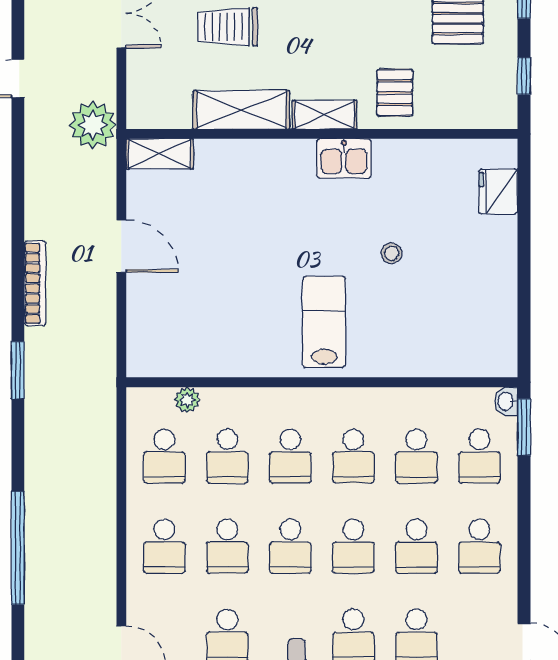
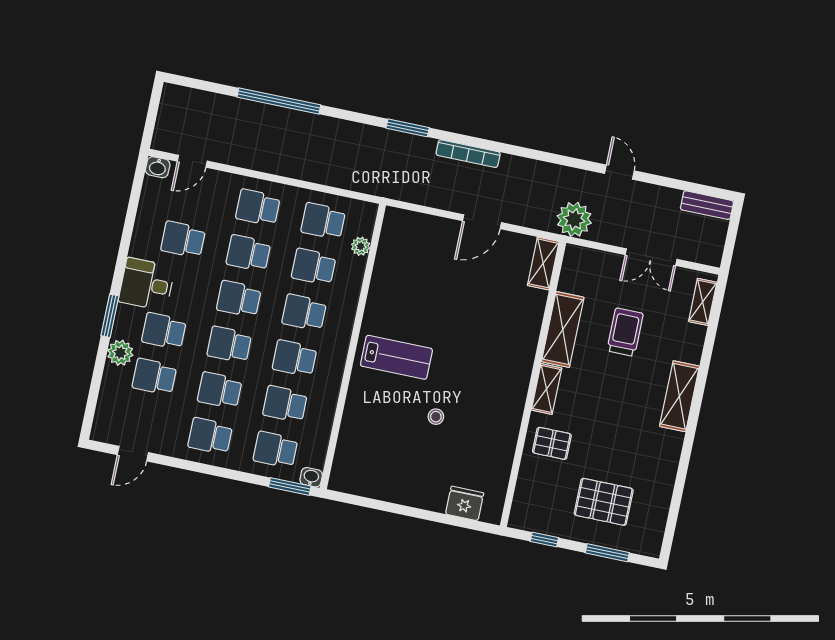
kitchen sink: (344, 158) -> (512, 396), removed

